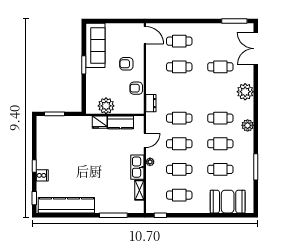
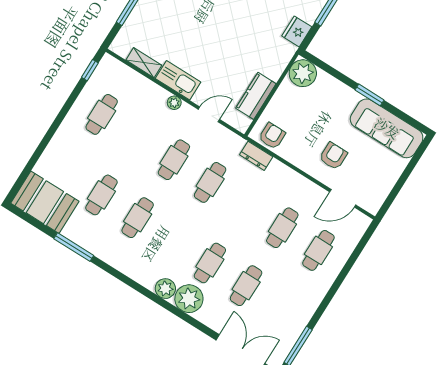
door: (145, 35) -> (343, 198), moved
armchair: (136, 88) -> (272, 136), moved
plant: (106, 106) -> (303, 73), moved
cafe table: (220, 118) -> (210, 263), moved
fridge: (100, 122) -> (297, 31), moved
plant: (248, 125) -> (165, 289), moved
door: (145, 140) -> (209, 114), swing flipped
cafe table: (179, 169) -> (138, 137), removed
booth: (228, 202) -> (45, 202), moved, turned 90

